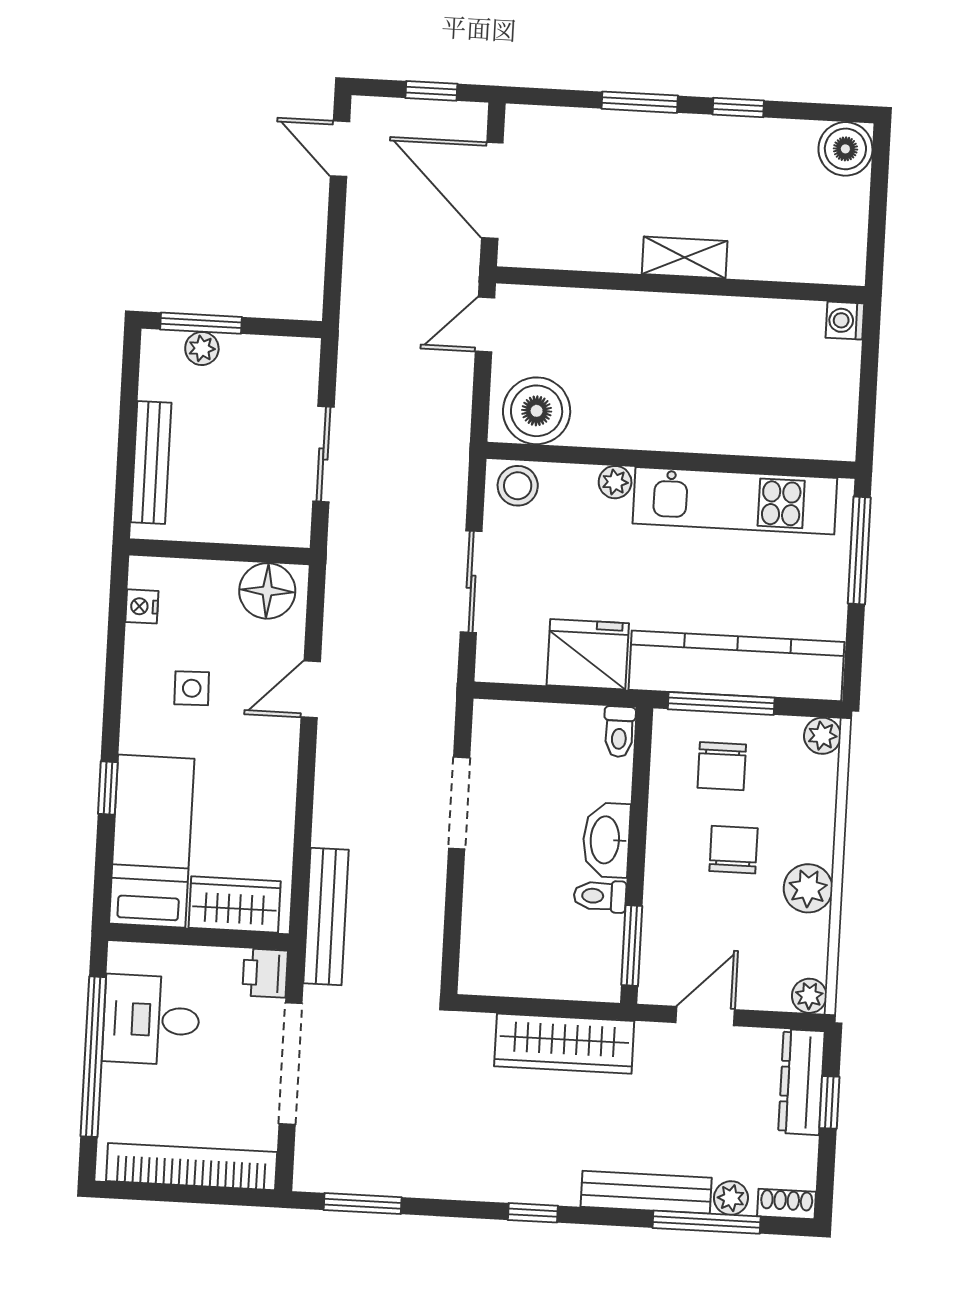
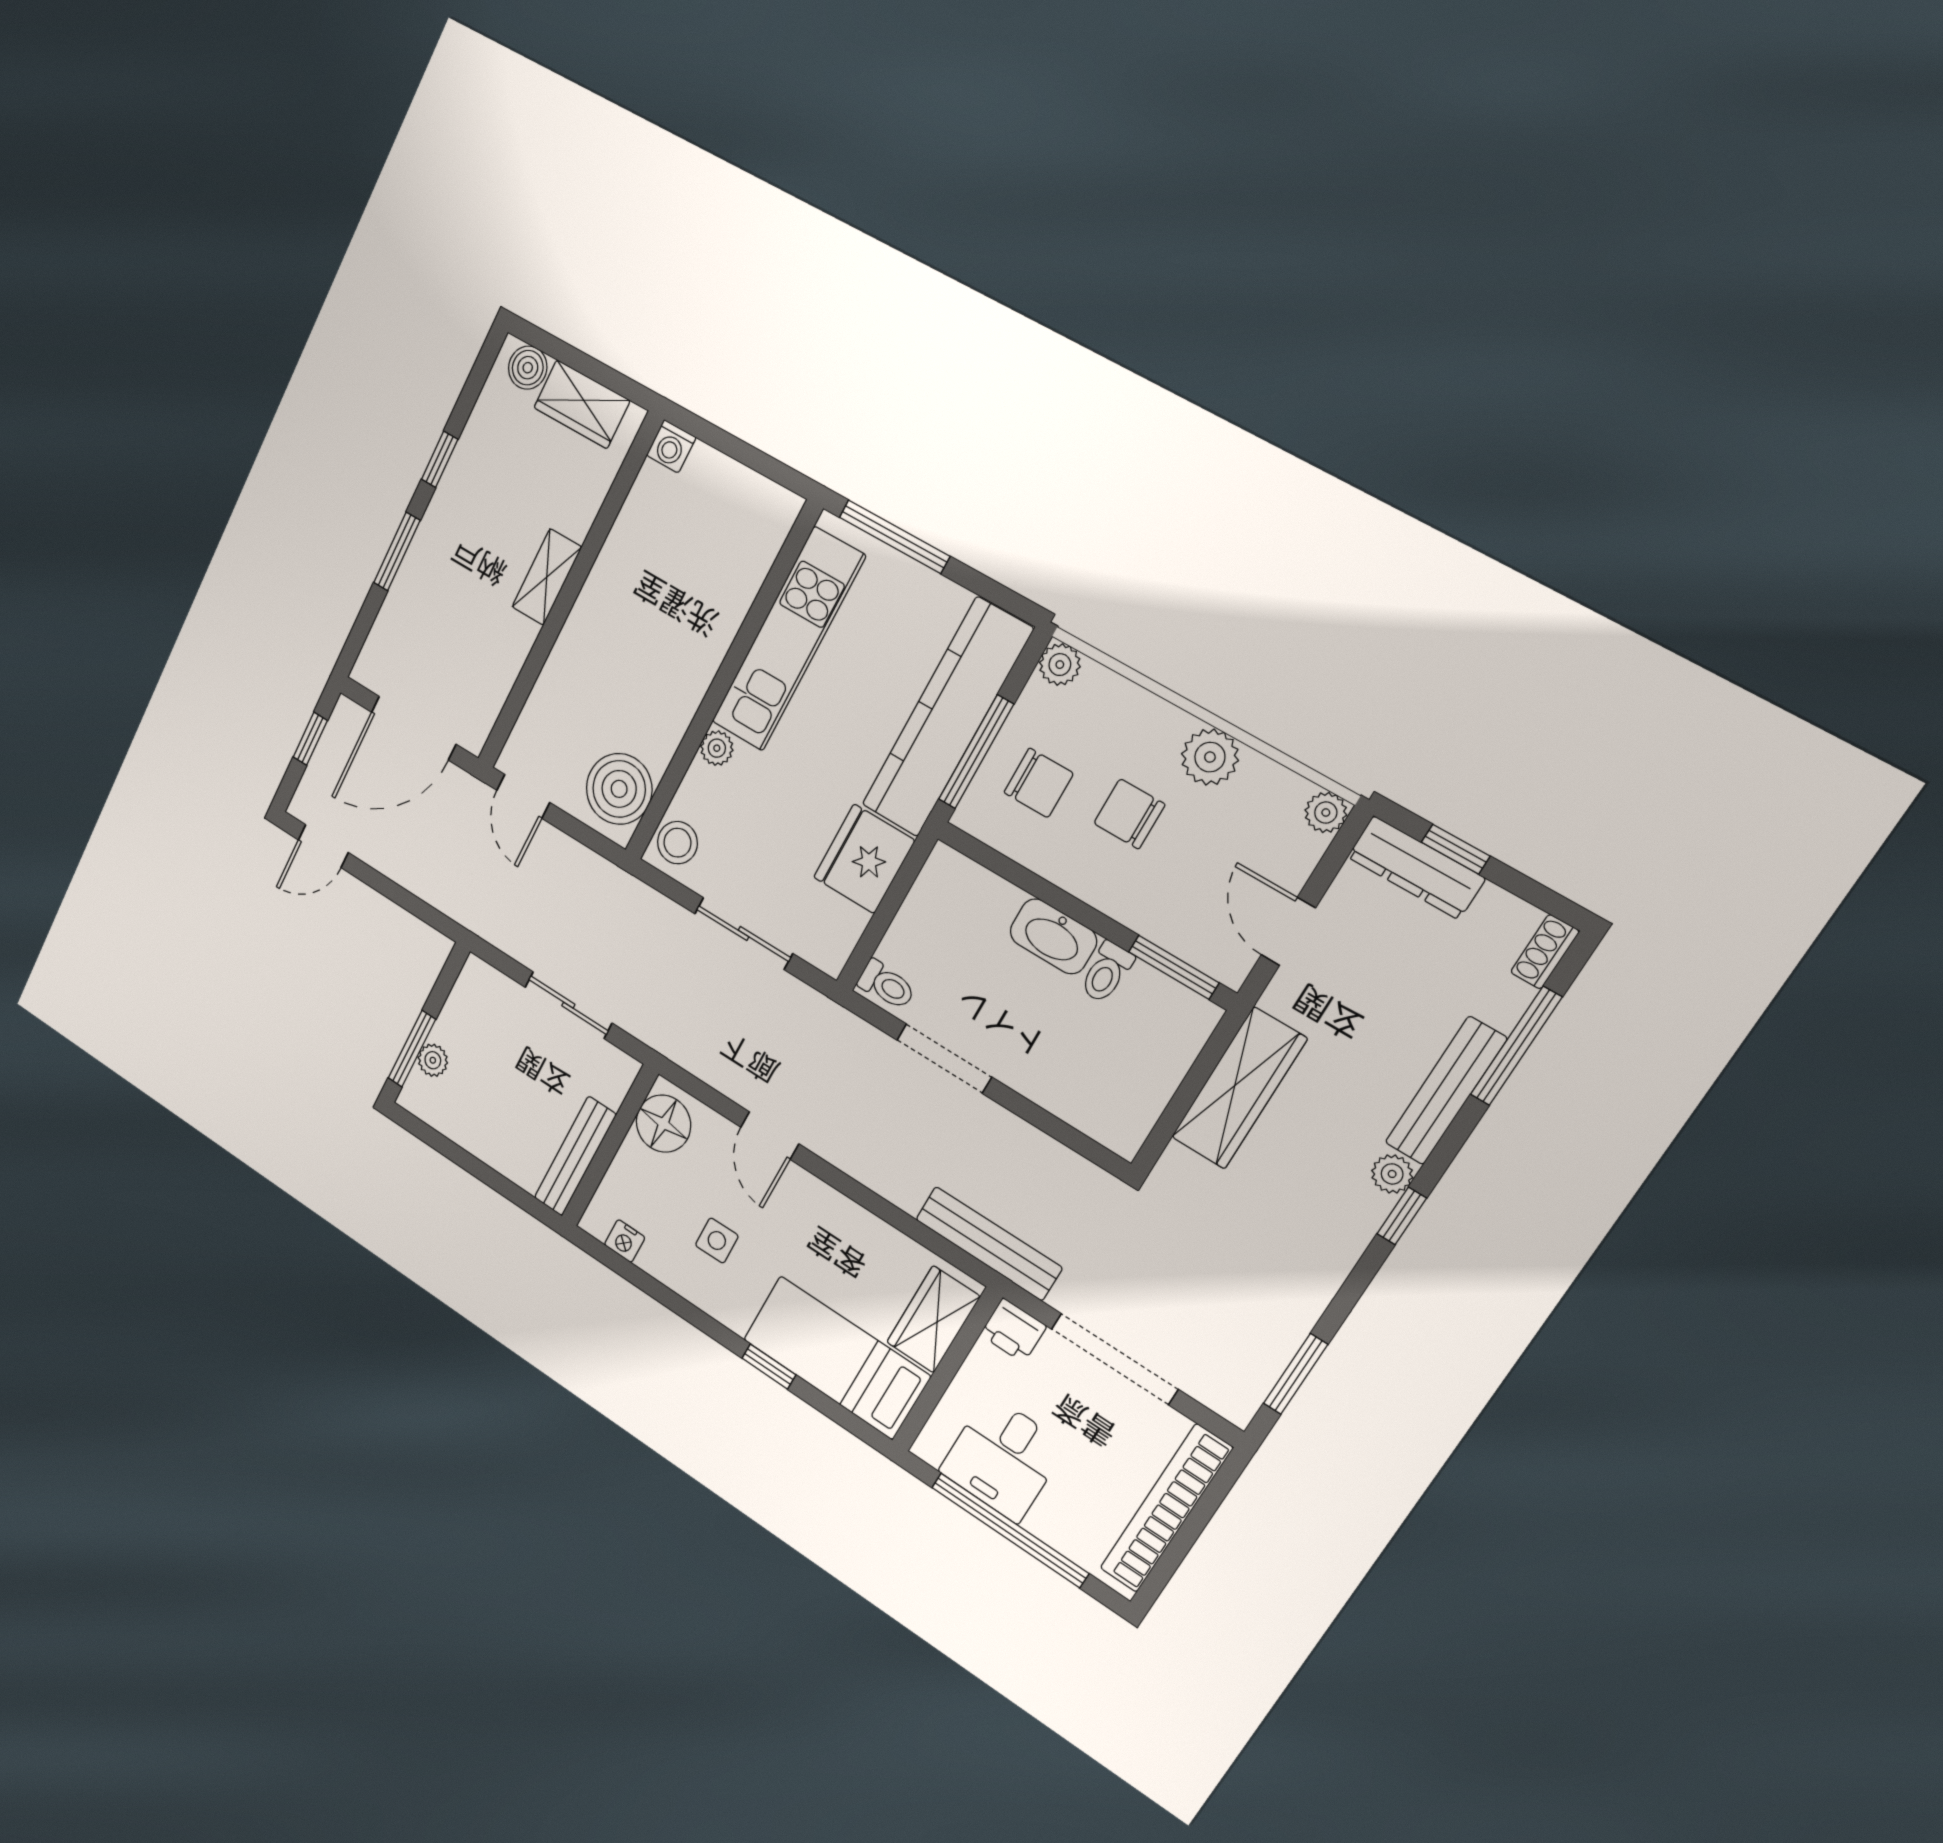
boiler: (845, 149) -> (528, 368), width x0.73, depth x0.73
wardrobe: (844, 222) -> (582, 404), added
bench: (151, 463) -> (575, 1156), moved, turned 90
toilet: (619, 732) -> (887, 985), moved
plant: (731, 1198) -> (1392, 1174), moved

